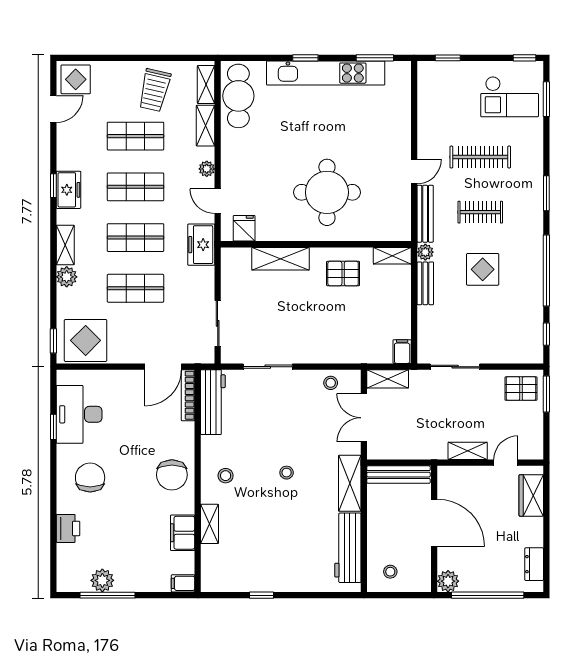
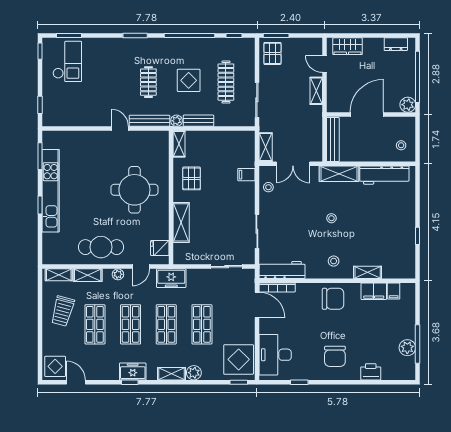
trolley: (154, 90) -> (63, 311), turned 92
cafe table: (238, 96) -> (101, 247), moved
clothes rail: (480, 157) -> (226, 82), moved
filing cabinet: (402, 352) -> (246, 175), moved
desk: (79, 414) -> (275, 355), moved, turned 90
chair: (90, 478) -> (335, 356), turned -90
filing cabinet: (183, 583) -> (394, 291), moved

